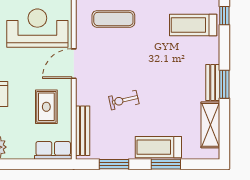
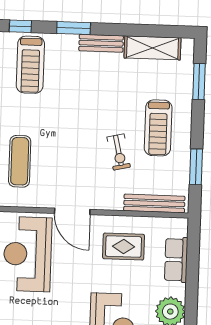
window: (224, 84) -> (74, 28), moved
treadmill: (158, 147) -> (158, 128), moved
row of seats: (53, 150) -> (176, 260), moved
window: (166, 164) -> (199, 82), moved

